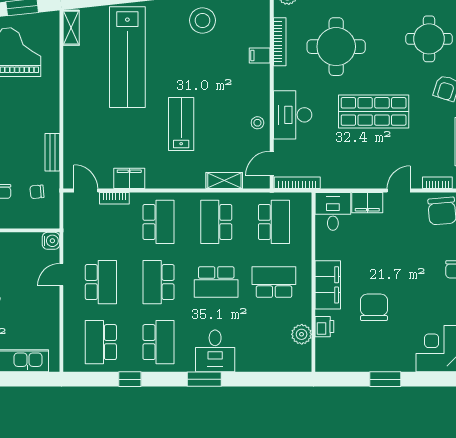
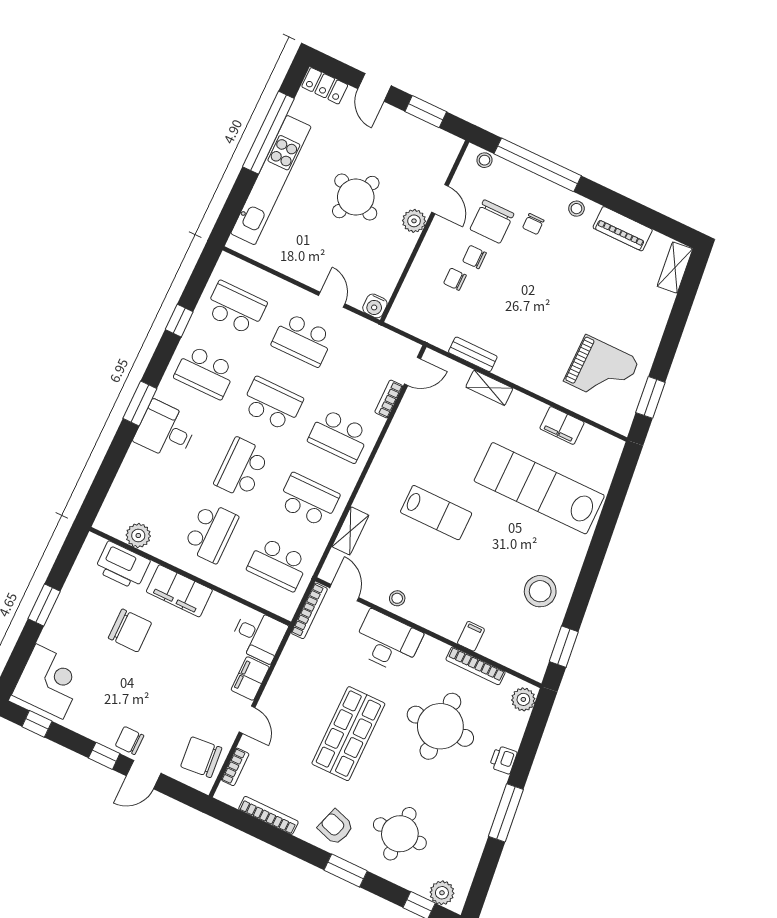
shelving: (71, 28) -> (489, 388), moved
filing cabinet: (129, 178) -> (562, 425), moved, turned 90
chair: (37, 192) -> (437, 316), removed
printer: (324, 327) -> (122, 565), width x1.87, depth x1.48

